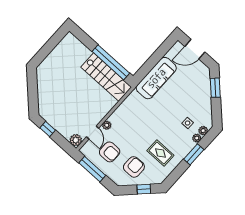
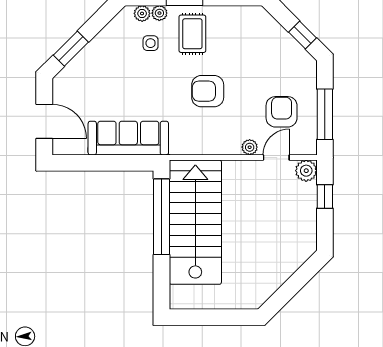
stairs: (106, 77) -> (195, 222), width x1.36, depth x1.51
window: (48, 129) -> (325, 196), moved
rug: (160, 153) -> (192, 34), moved
armchair: (134, 167) -> (208, 91), moved
window: (144, 189) -> (303, 35), moved

